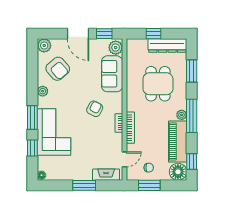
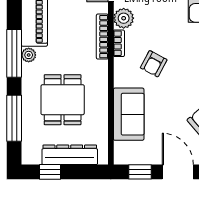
window: (153, 34) -> (50, 172), moved
dresser: (167, 46) -> (70, 155), moved
plant: (116, 48) -> (124, 18), moved
window: (192, 71) -> (14, 118), width x1.44

